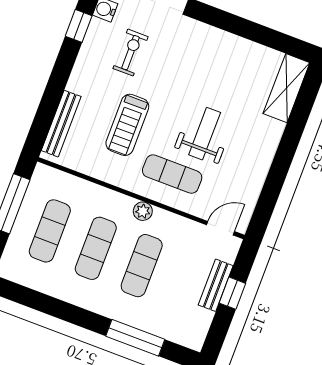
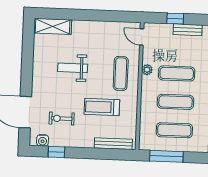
treadmill: (127, 125) -> (102, 107), turned 180
weight bench: (205, 134) -> (73, 68), moved
plant: (143, 211) -> (147, 70), moved
bench: (216, 285) -> (188, 30), moved

